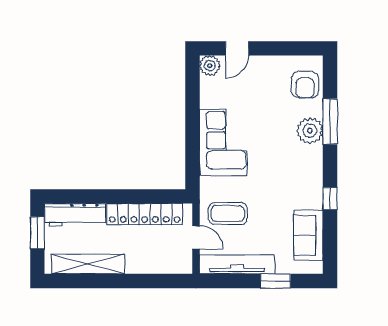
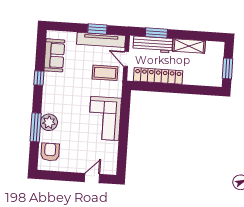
plant: (210, 66) -> (110, 168), removed
workbench: (75, 215) -> (153, 44), moved, turned 180
shelving: (88, 264) -> (189, 46), width x0.68
window: (152, 281) -> (156, 33), added
window: (275, 281) -> (97, 29), moved

